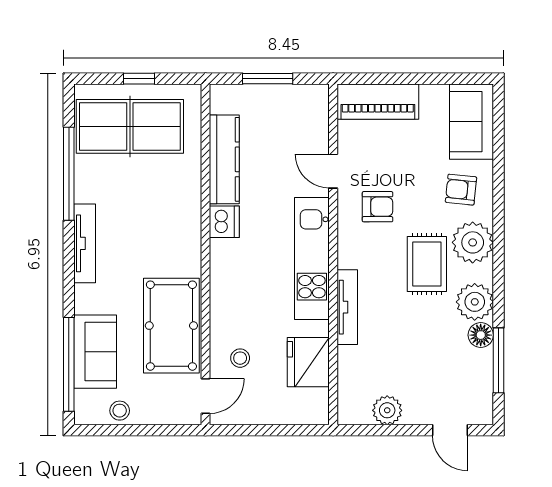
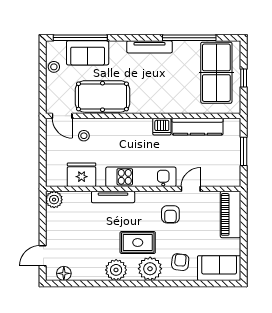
floor lamp: (481, 335) -> (64, 273), moved
window: (498, 360) -> (83, 284), removed
plant: (387, 410) -> (54, 200), moved

